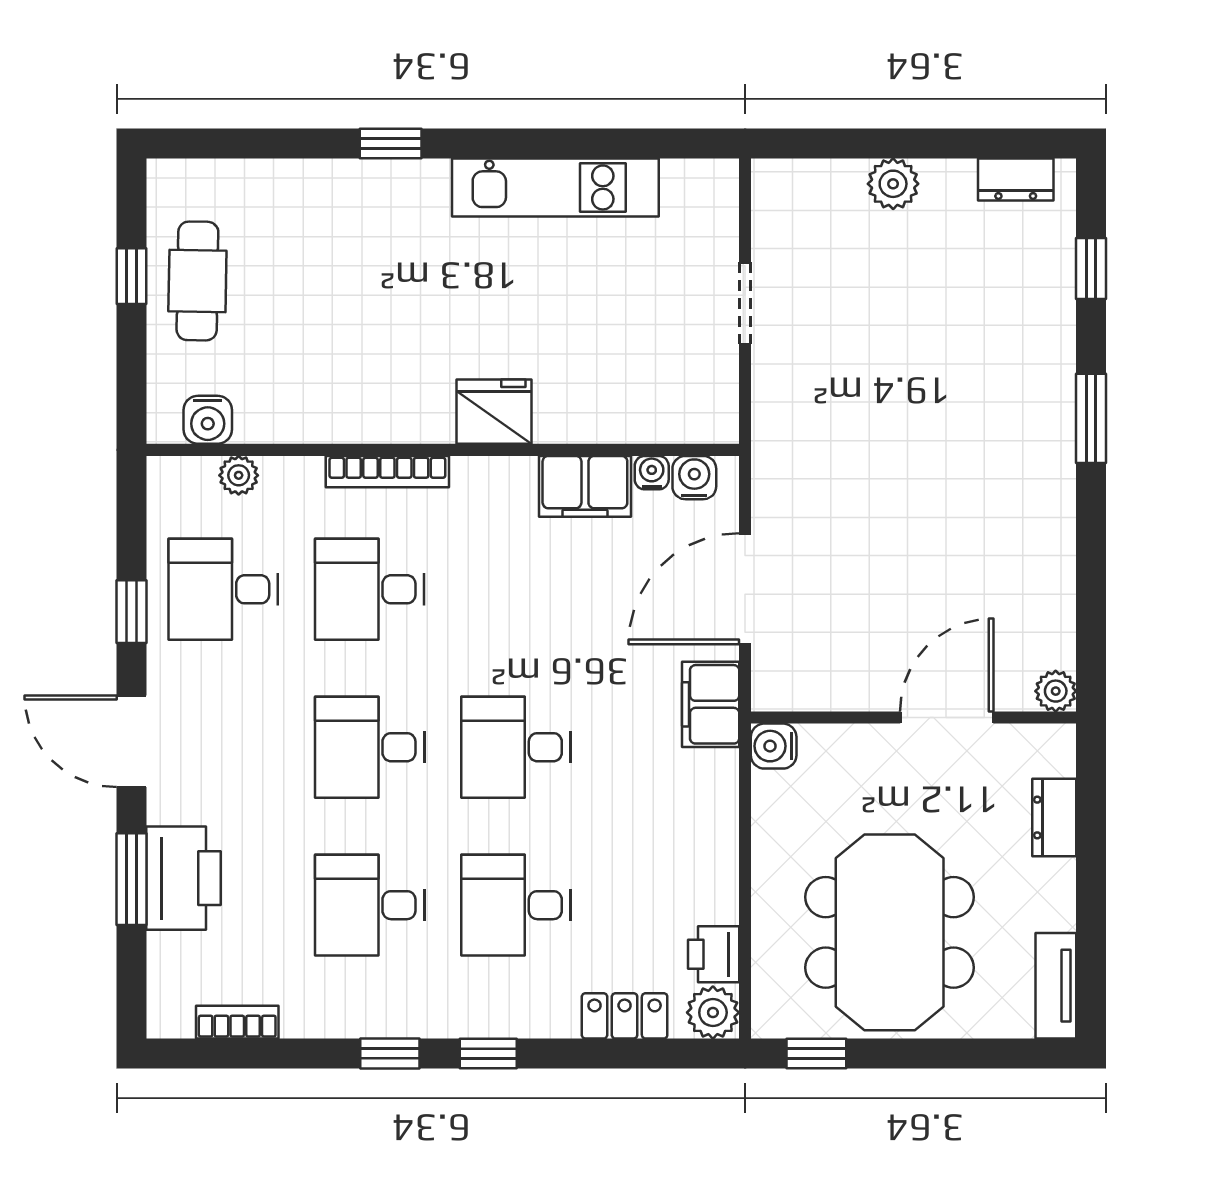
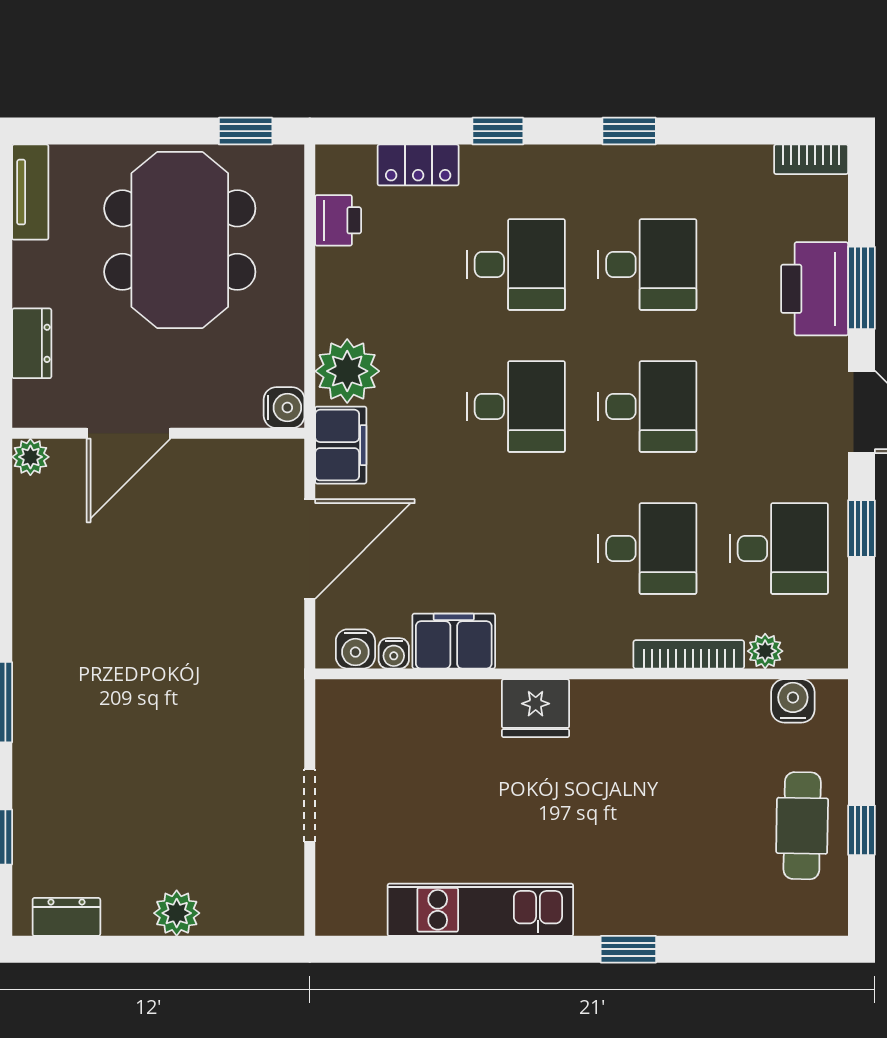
bookcase: (387, 472) -> (689, 654), moved
plant: (713, 1013) -> (347, 371), moved, width x1.36, depth x1.36
bookcase: (237, 1022) -> (811, 159), moved
window: (488, 1054) -> (498, 131), moved

